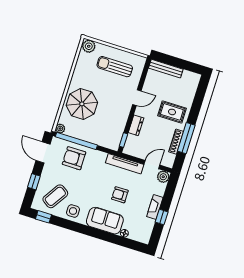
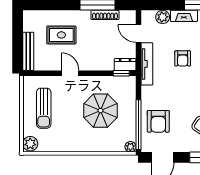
parasol: (82, 104) -> (100, 111), moved
rug: (172, 112) -> (61, 35), moved, turned 90
dresser: (136, 125) -> (125, 65), moved
plant: (163, 177) -> (163, 17), moved

